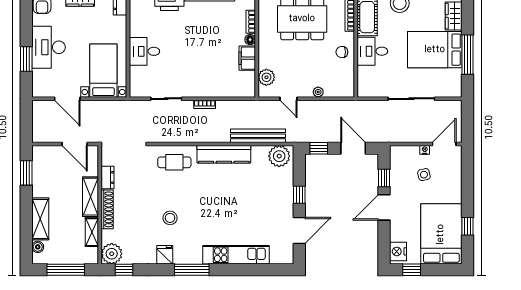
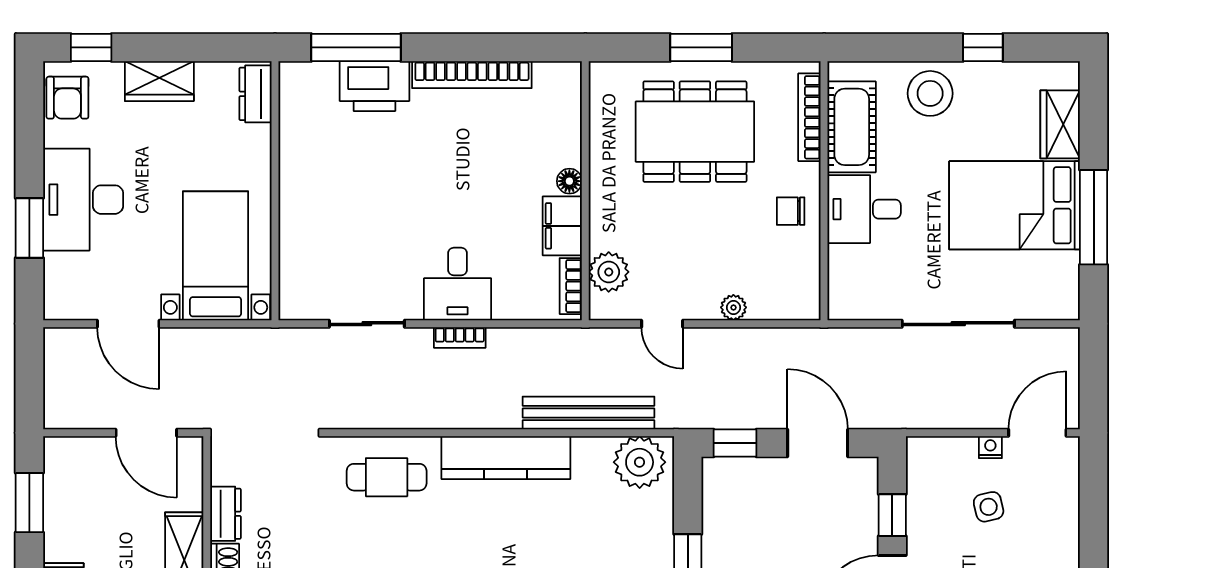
bookcase: (251, 22) -> (571, 286), moved
desk: (145, 51) -> (458, 284), moved, turned -90

